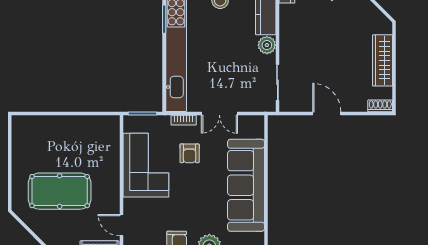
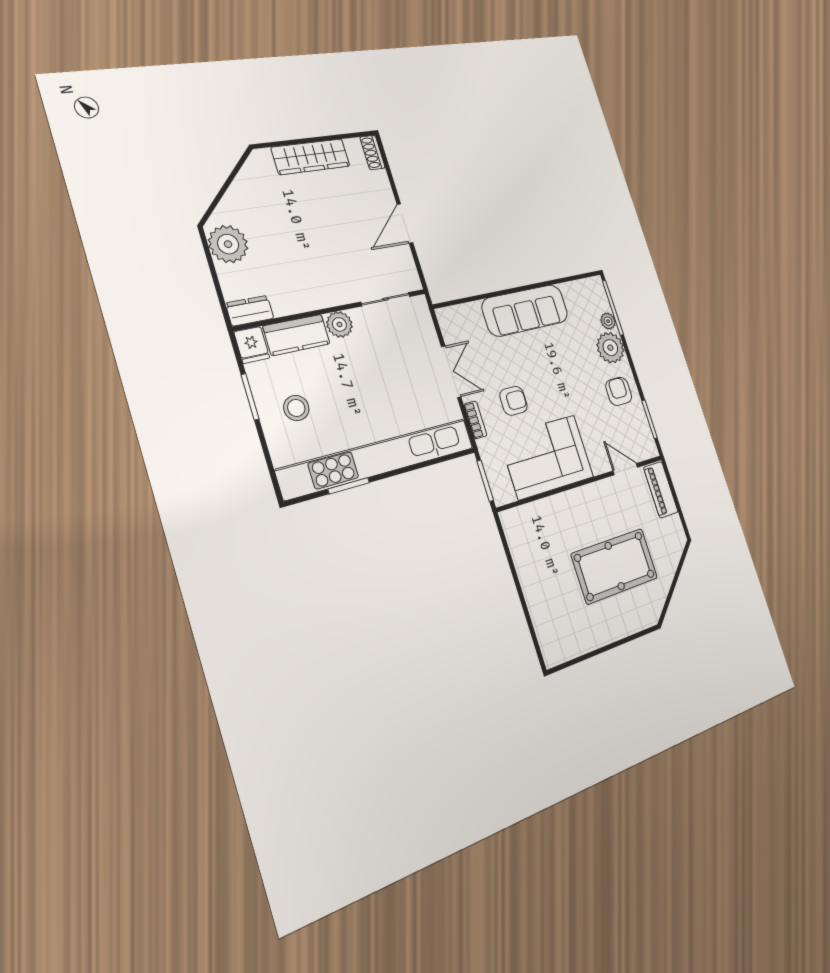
sofa: (246, 185) -> (525, 310), width x0.74, depth x0.79
pool table: (60, 191) -> (615, 566), turned 90
door: (121, 225) -> (625, 469), swing flipped

